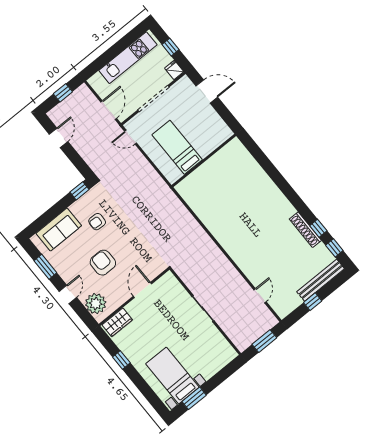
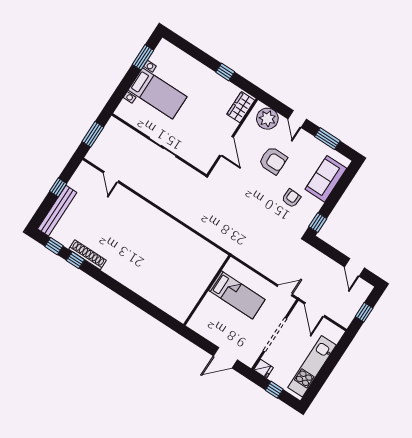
bed with nightstands: (172, 376) -> (158, 93), moved

